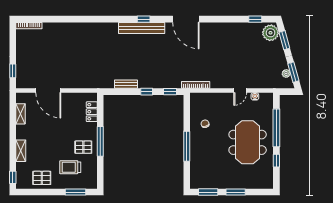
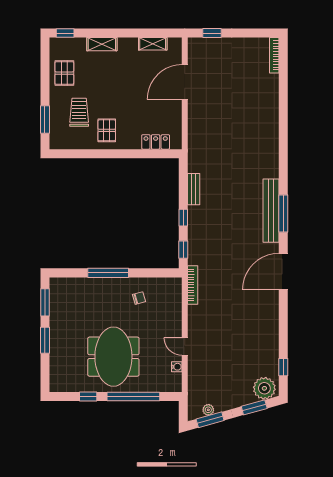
window: (144, 19) -> (283, 214), width x2.17
window: (100, 141) -> (115, 154), removed
meeting table: (248, 142) -> (113, 357), turned 90

